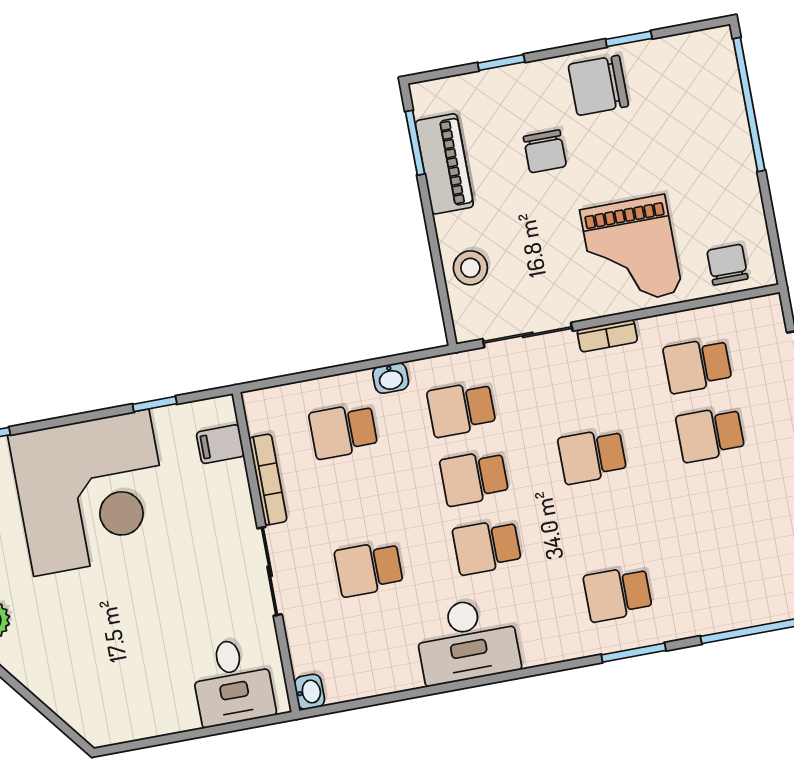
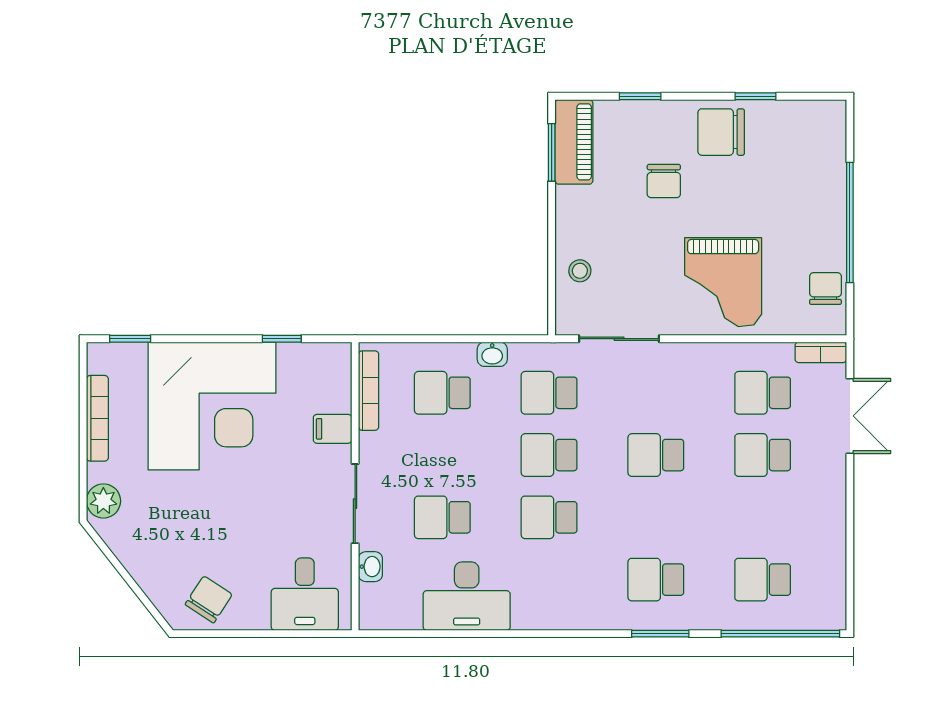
window: (749, 105) -> (850, 222), moved
piano: (444, 164) -> (574, 142), moved
chair: (727, 265) -> (825, 289), moved
stool: (470, 268) -> (580, 271), width x0.73, depth x0.73
bookcase: (607, 336) -> (821, 352), moved
filing cabinet: (220, 444) -> (333, 429), moved
bookcase: (268, 480) -> (369, 391), moved
school desk: (736, 572) -> (763, 580), added
desk: (467, 641) -> (467, 596), moved
washbasin: (309, 692) -> (370, 567), moved
chair: (127, 707) -> (209, 599), added

